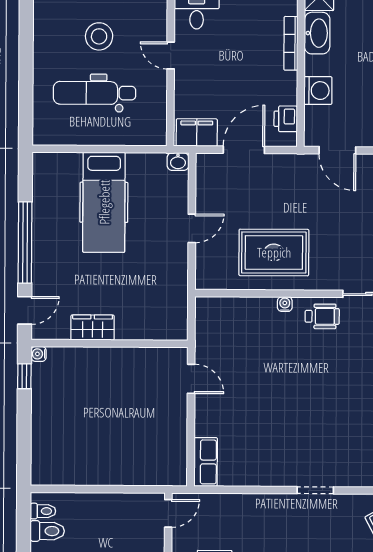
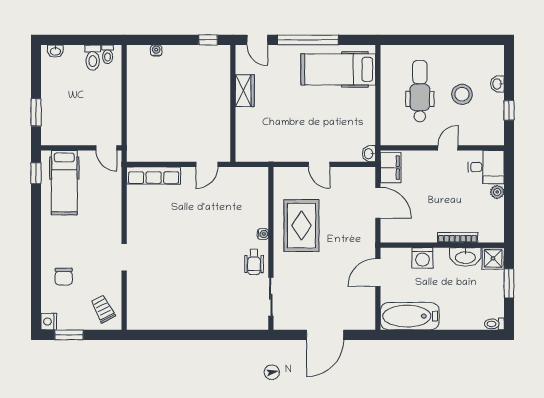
printer: (286, 119) -> (401, 234), removed
hospital bed: (104, 202) -> (338, 69), moved
water cooler: (39, 354) -> (156, 50), moved
row of seats: (206, 462) -> (154, 175), width x1.48

